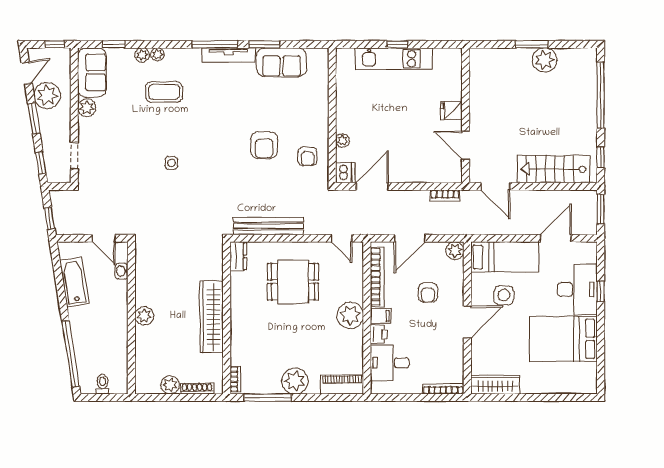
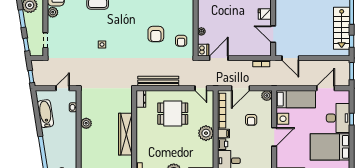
stairs: (553, 169) -> (342, 28), moved, turned -90
door: (104, 238) -> (63, 88), swing flipped
side table: (504, 295) -> (283, 119), moved
plant: (144, 316) -> (86, 123), moved

